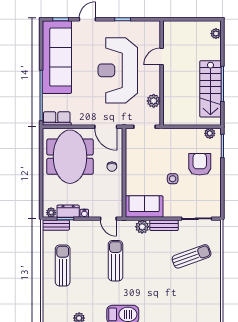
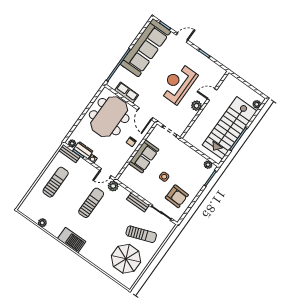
reception desk: (118, 70) -> (178, 83), width x0.74, depth x0.77
stairs: (210, 89) -> (230, 128), width x1.36, depth x1.51
plant: (154, 101) -> (196, 106), moved
row of seats: (57, 119) -> (127, 93), moved
armchair: (200, 164) -> (177, 196), moved, turned 92
sofa: (144, 206) -> (144, 157), moved, turned 90
door: (108, 219) -> (106, 173), hinge flipped
plant: (142, 227) -> (113, 186), moved
parasol: (194, 293) -> (126, 259), added

